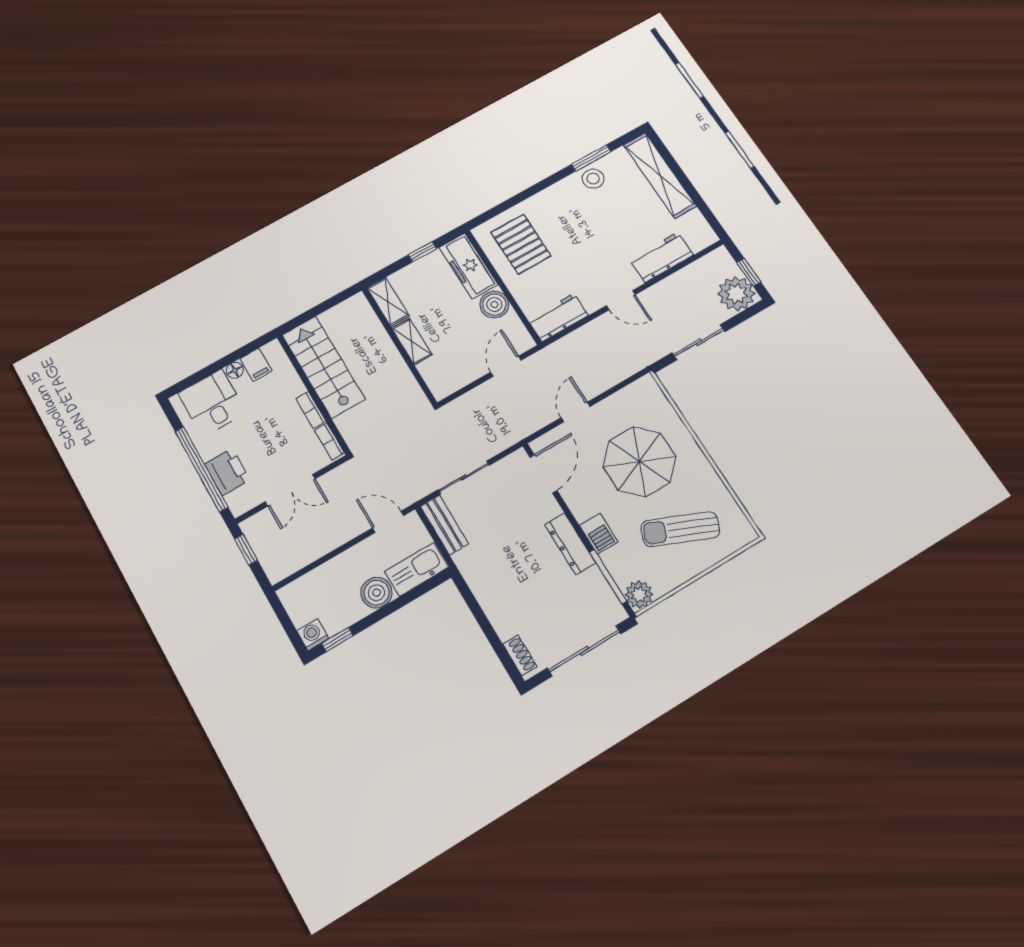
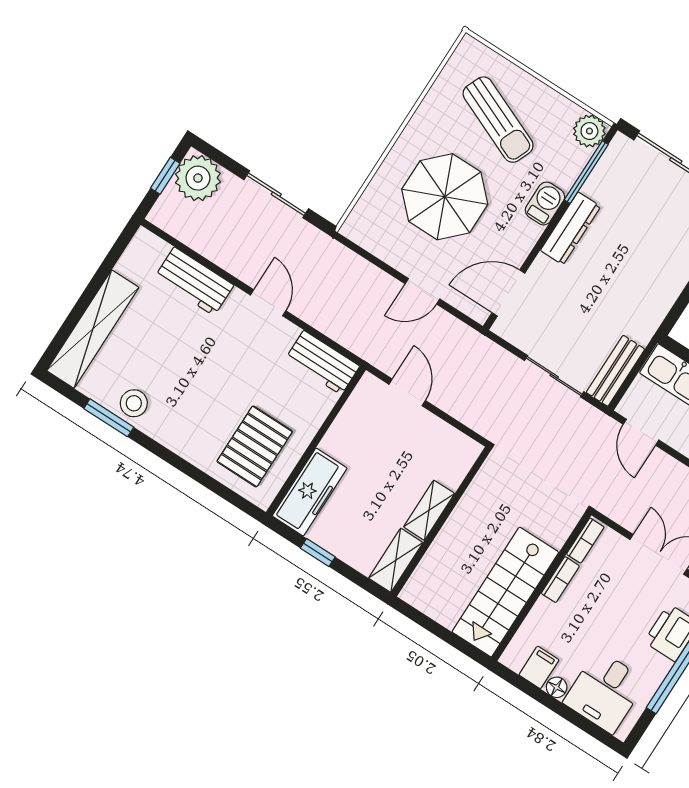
boiler: (494, 305) -> (341, 440), removed
door: (506, 366) -> (407, 392), swing flipped

